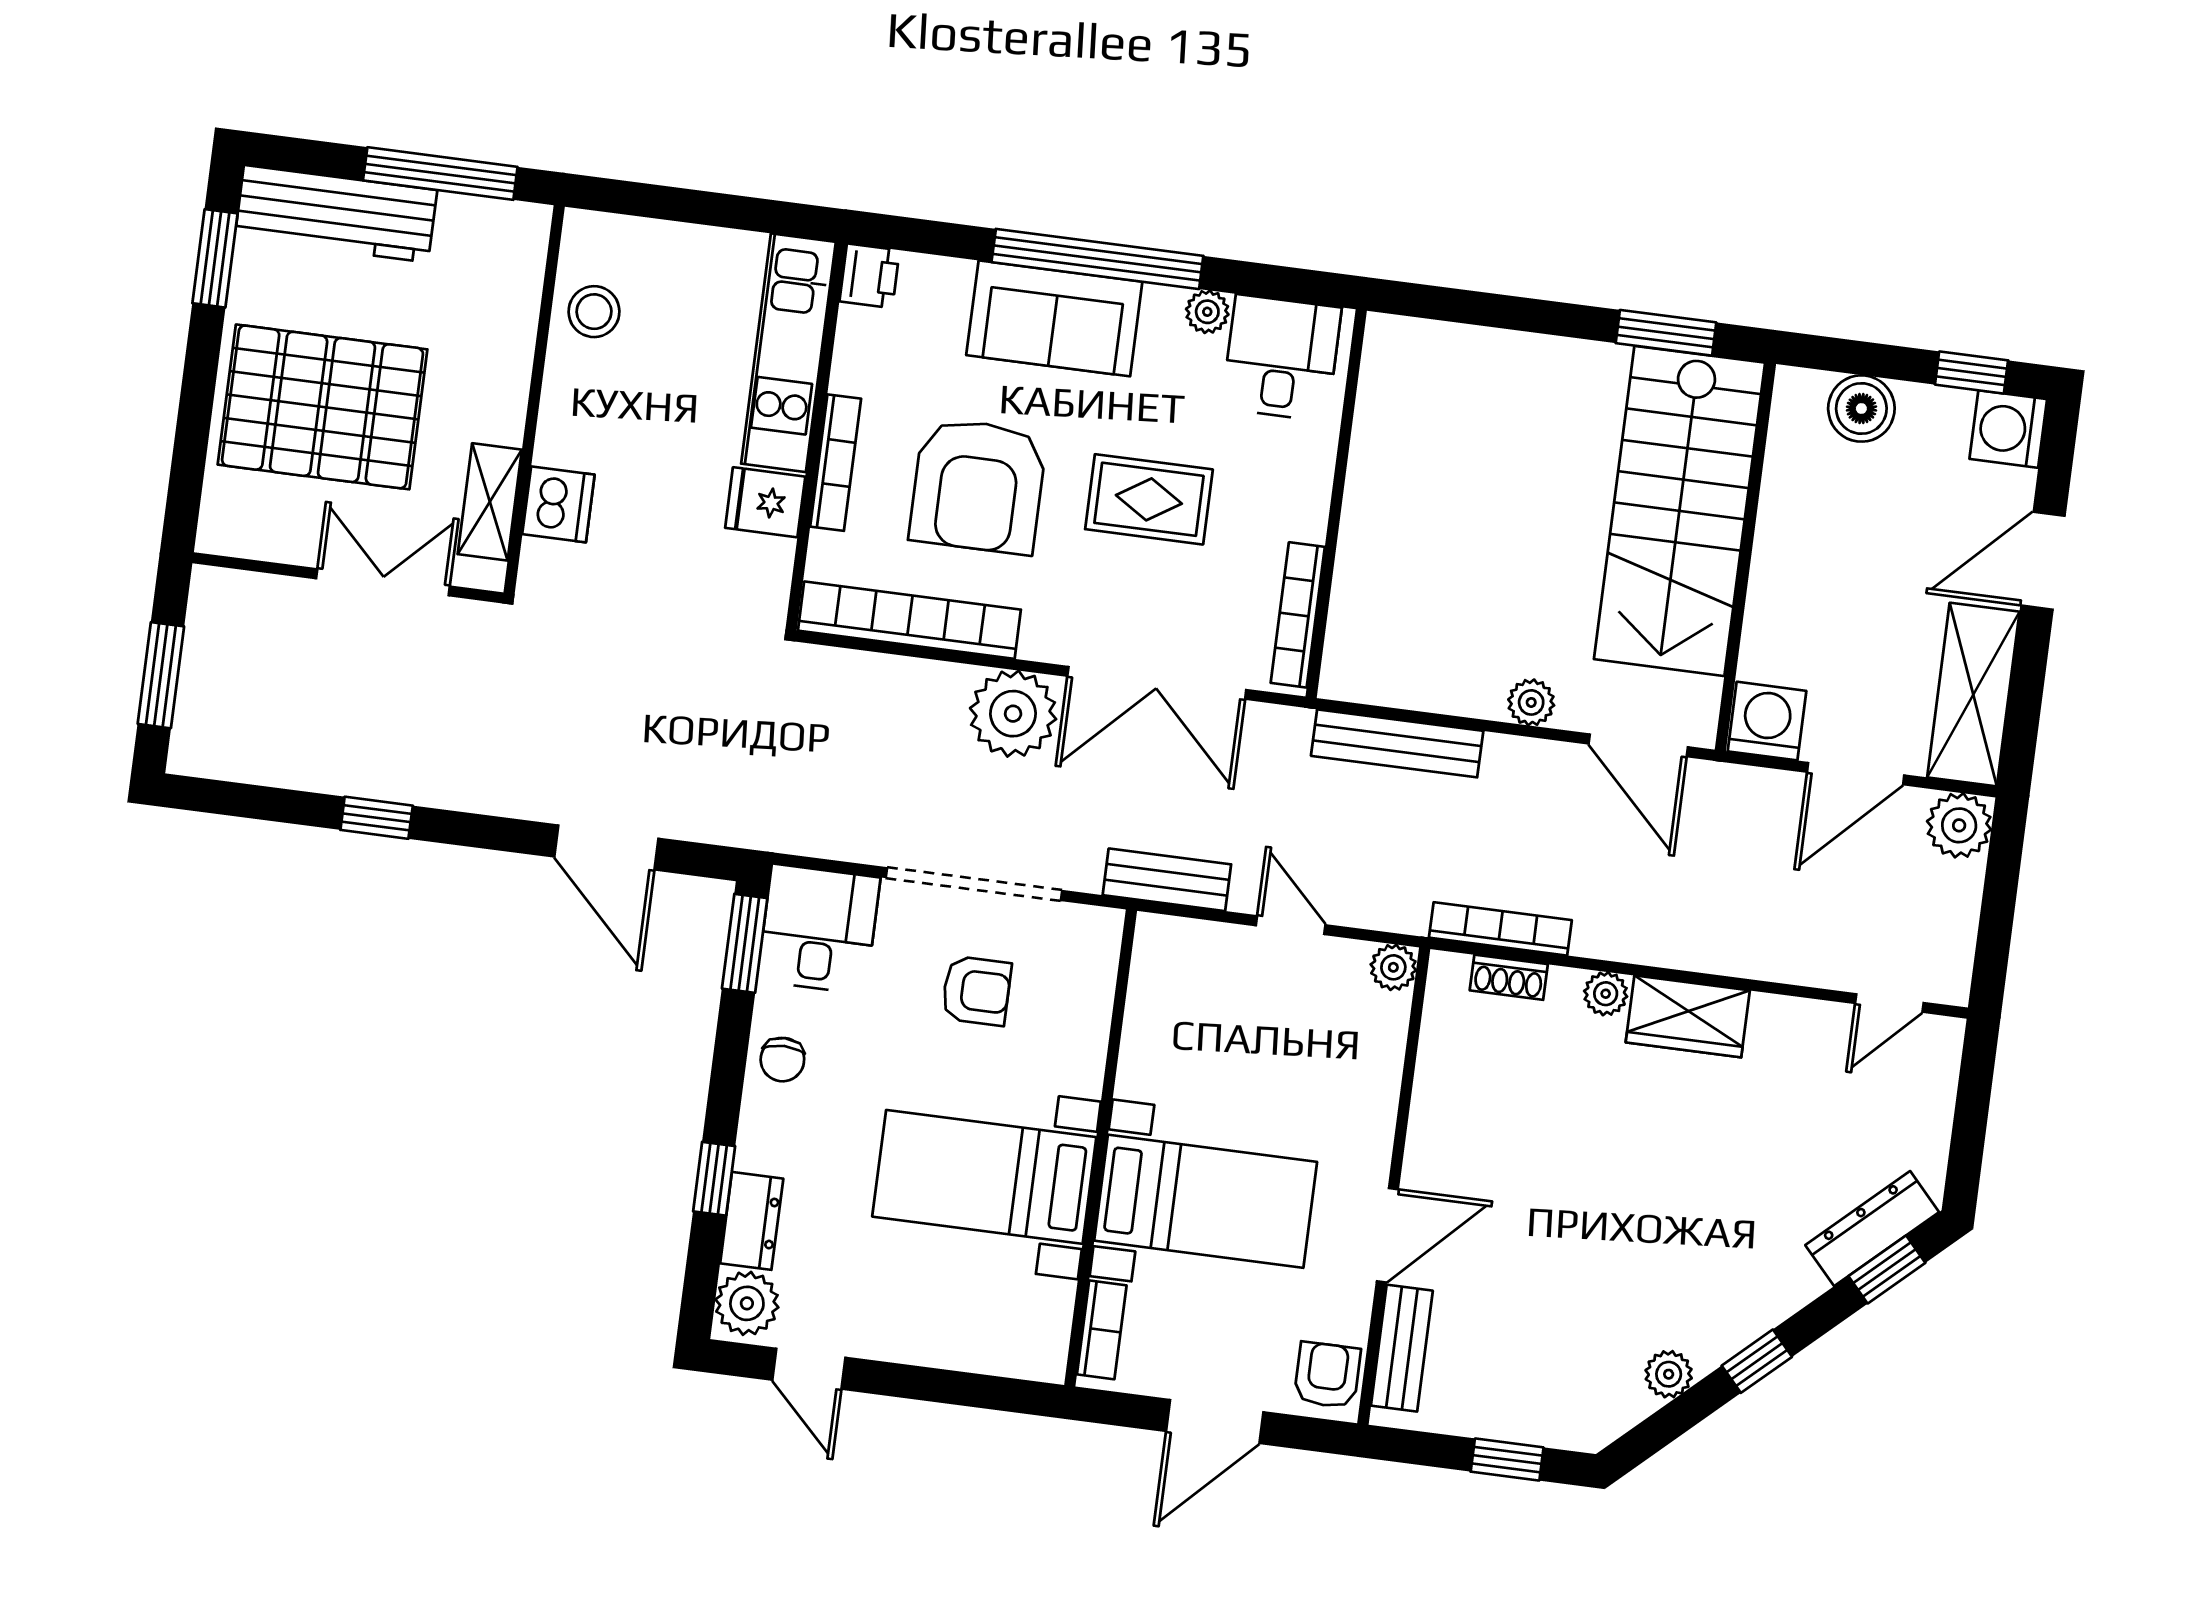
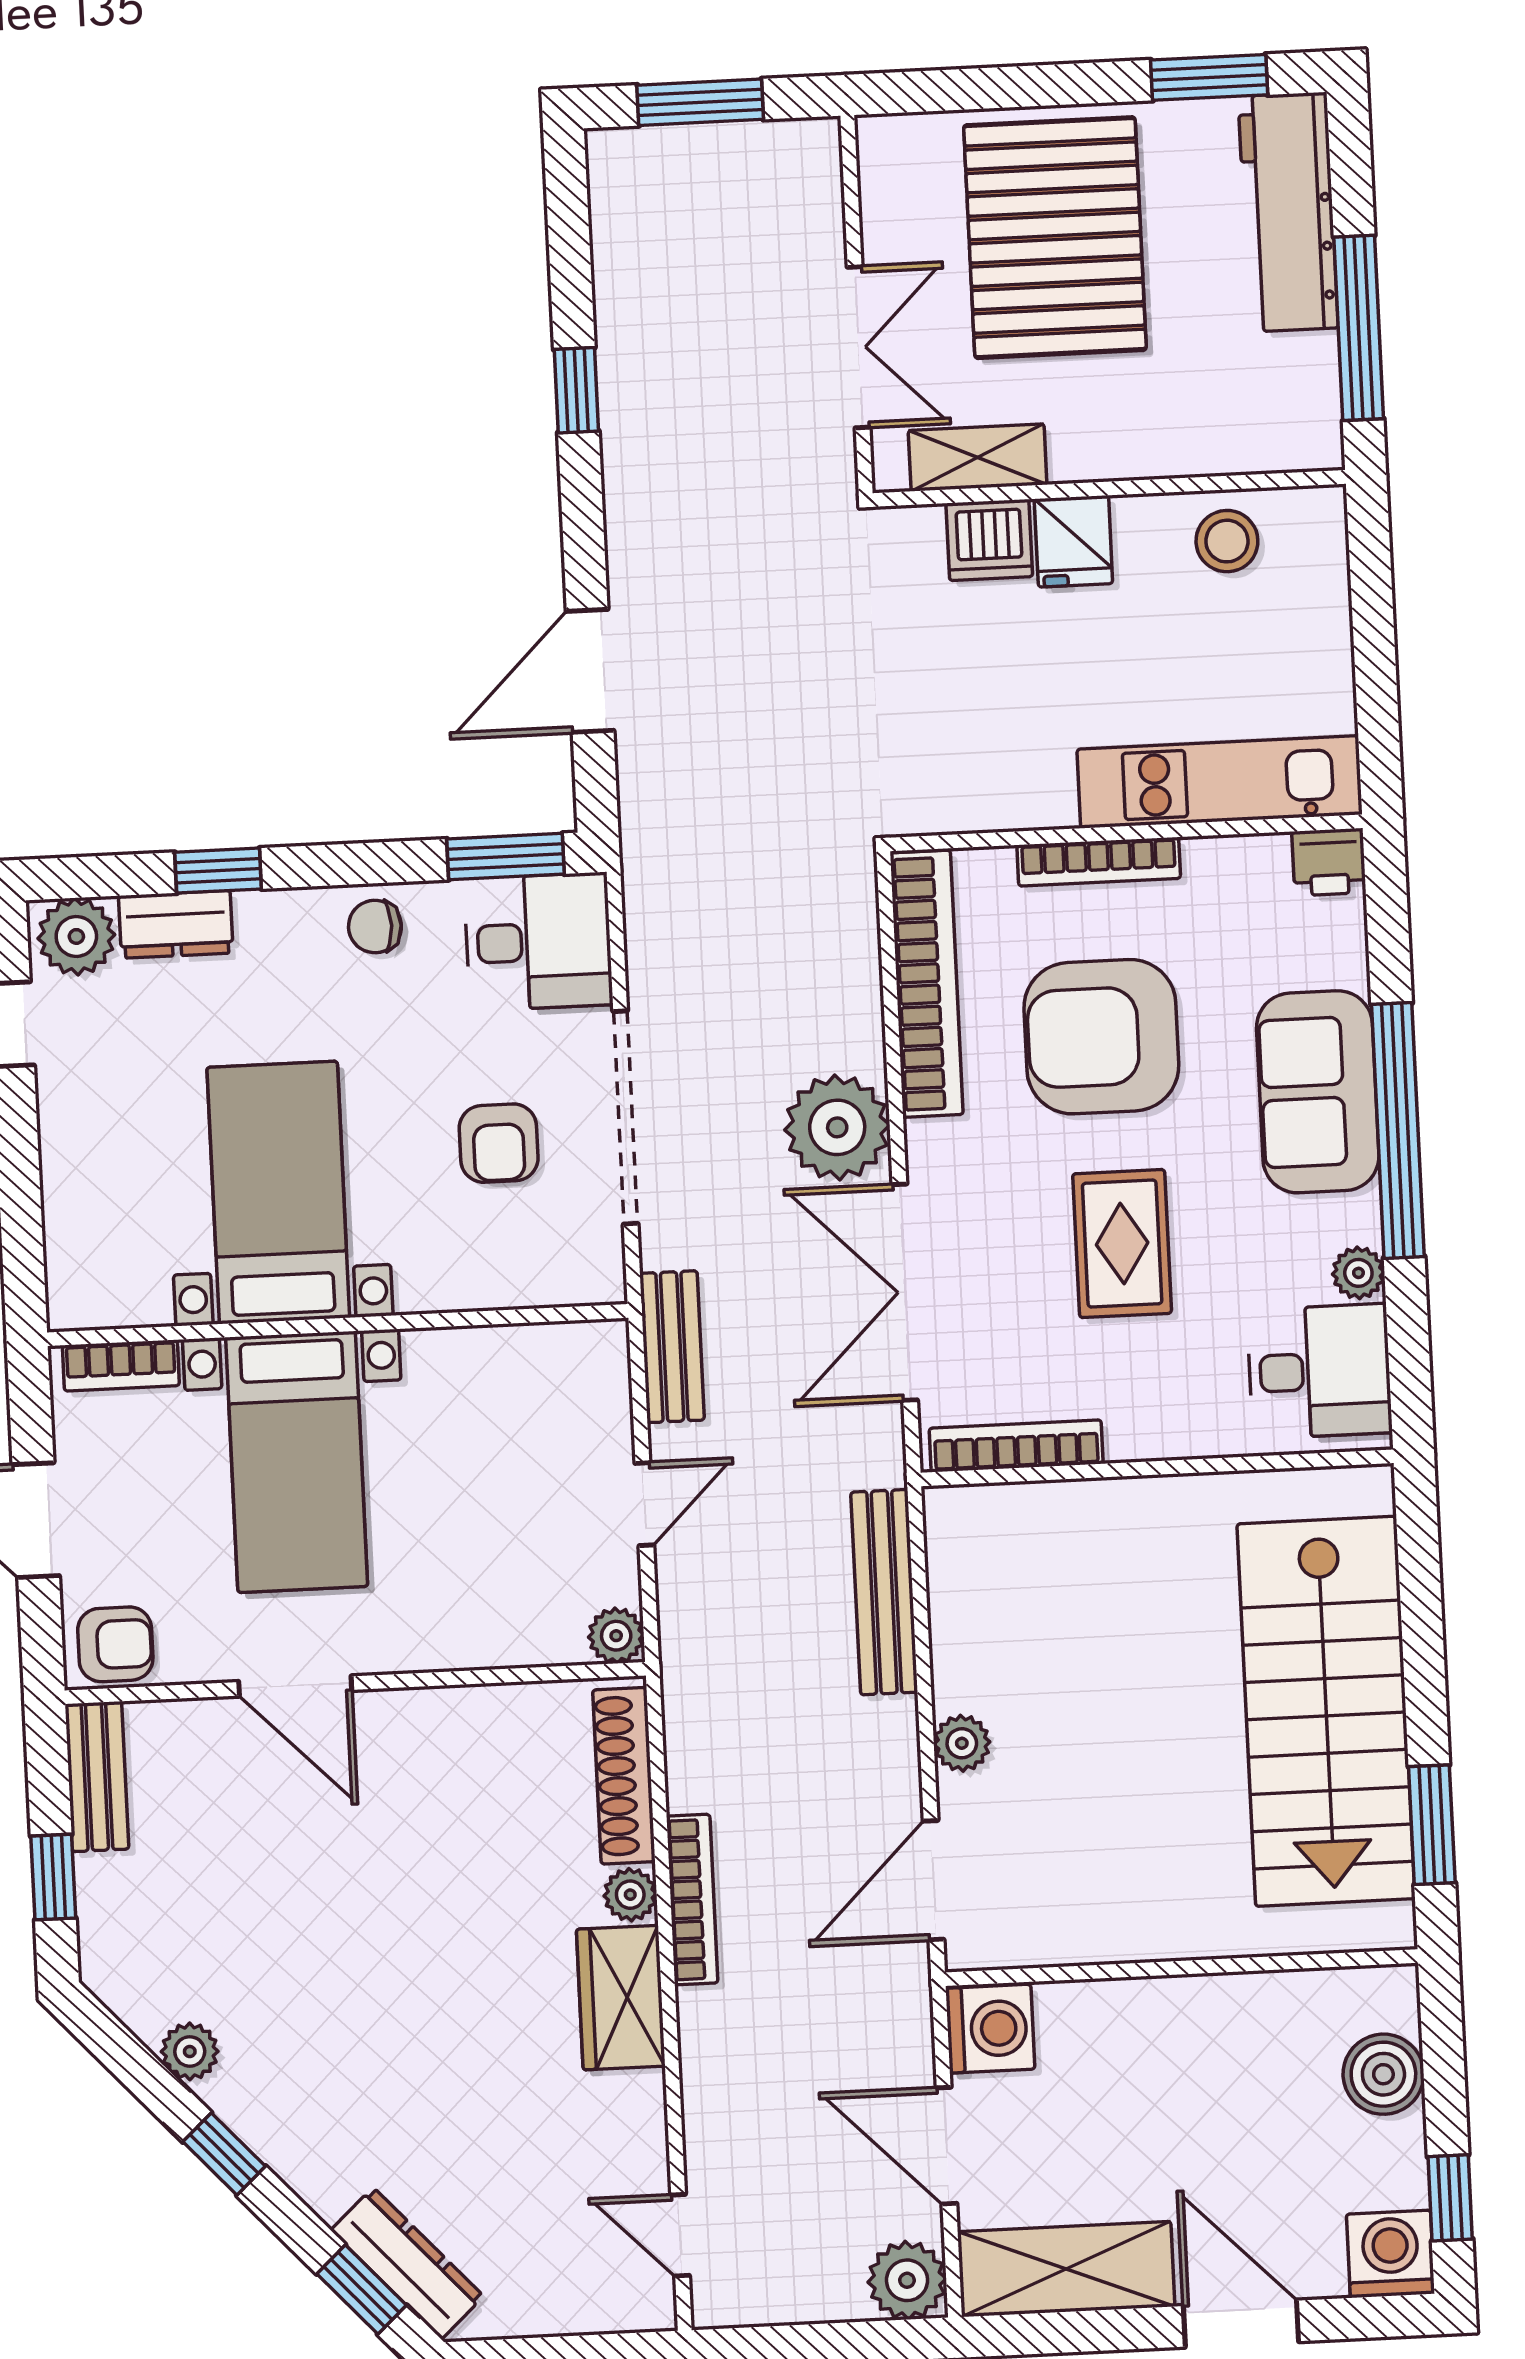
fridge: (765, 502) -> (1073, 541), moved, turned 180
stairs: (1679, 511) -> (1326, 1711), moved, turned -90
bookcase: (1500, 929) -> (692, 1900), moved
shoe rack: (1509, 977) -> (624, 1776), width x1.94, depth x1.24
bench: (1402, 1348) -> (97, 1777), moved, turned 90

